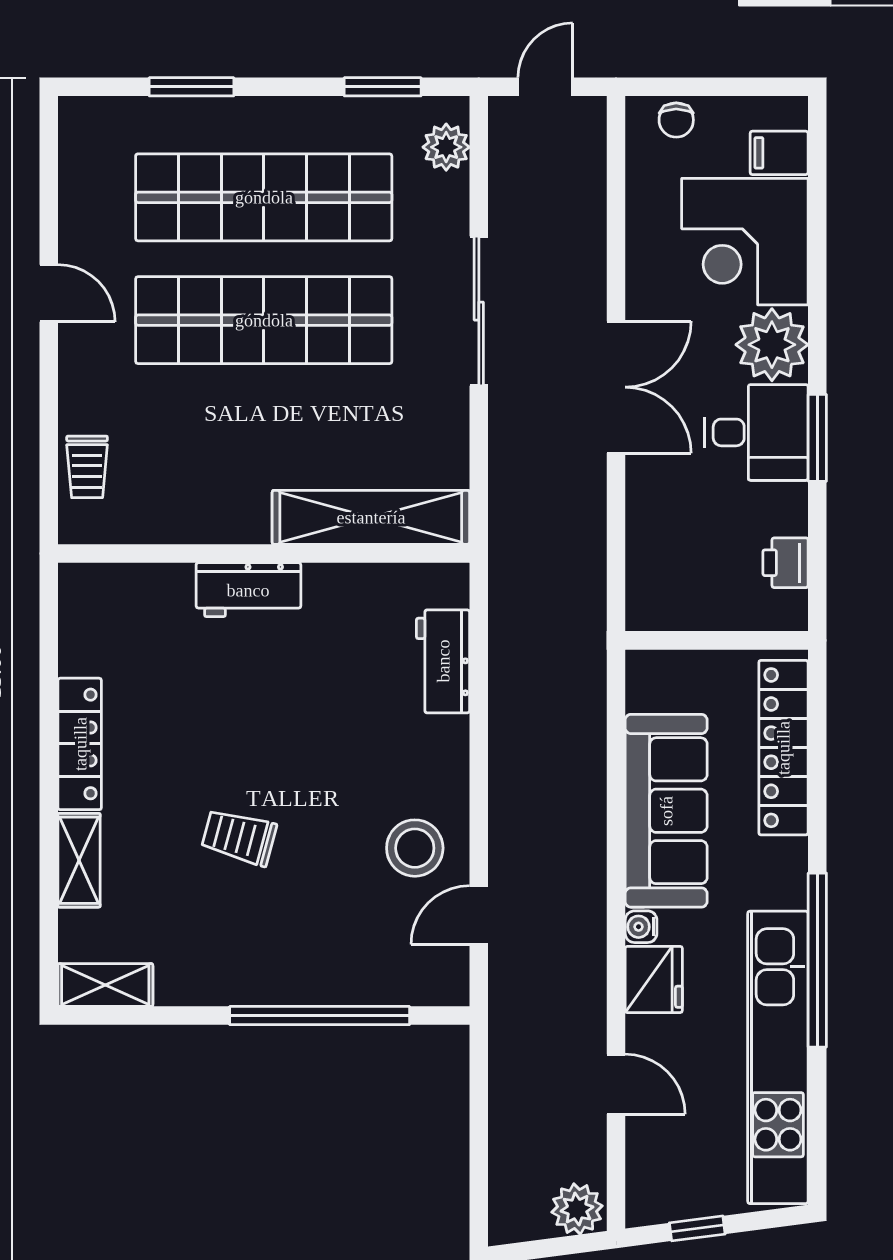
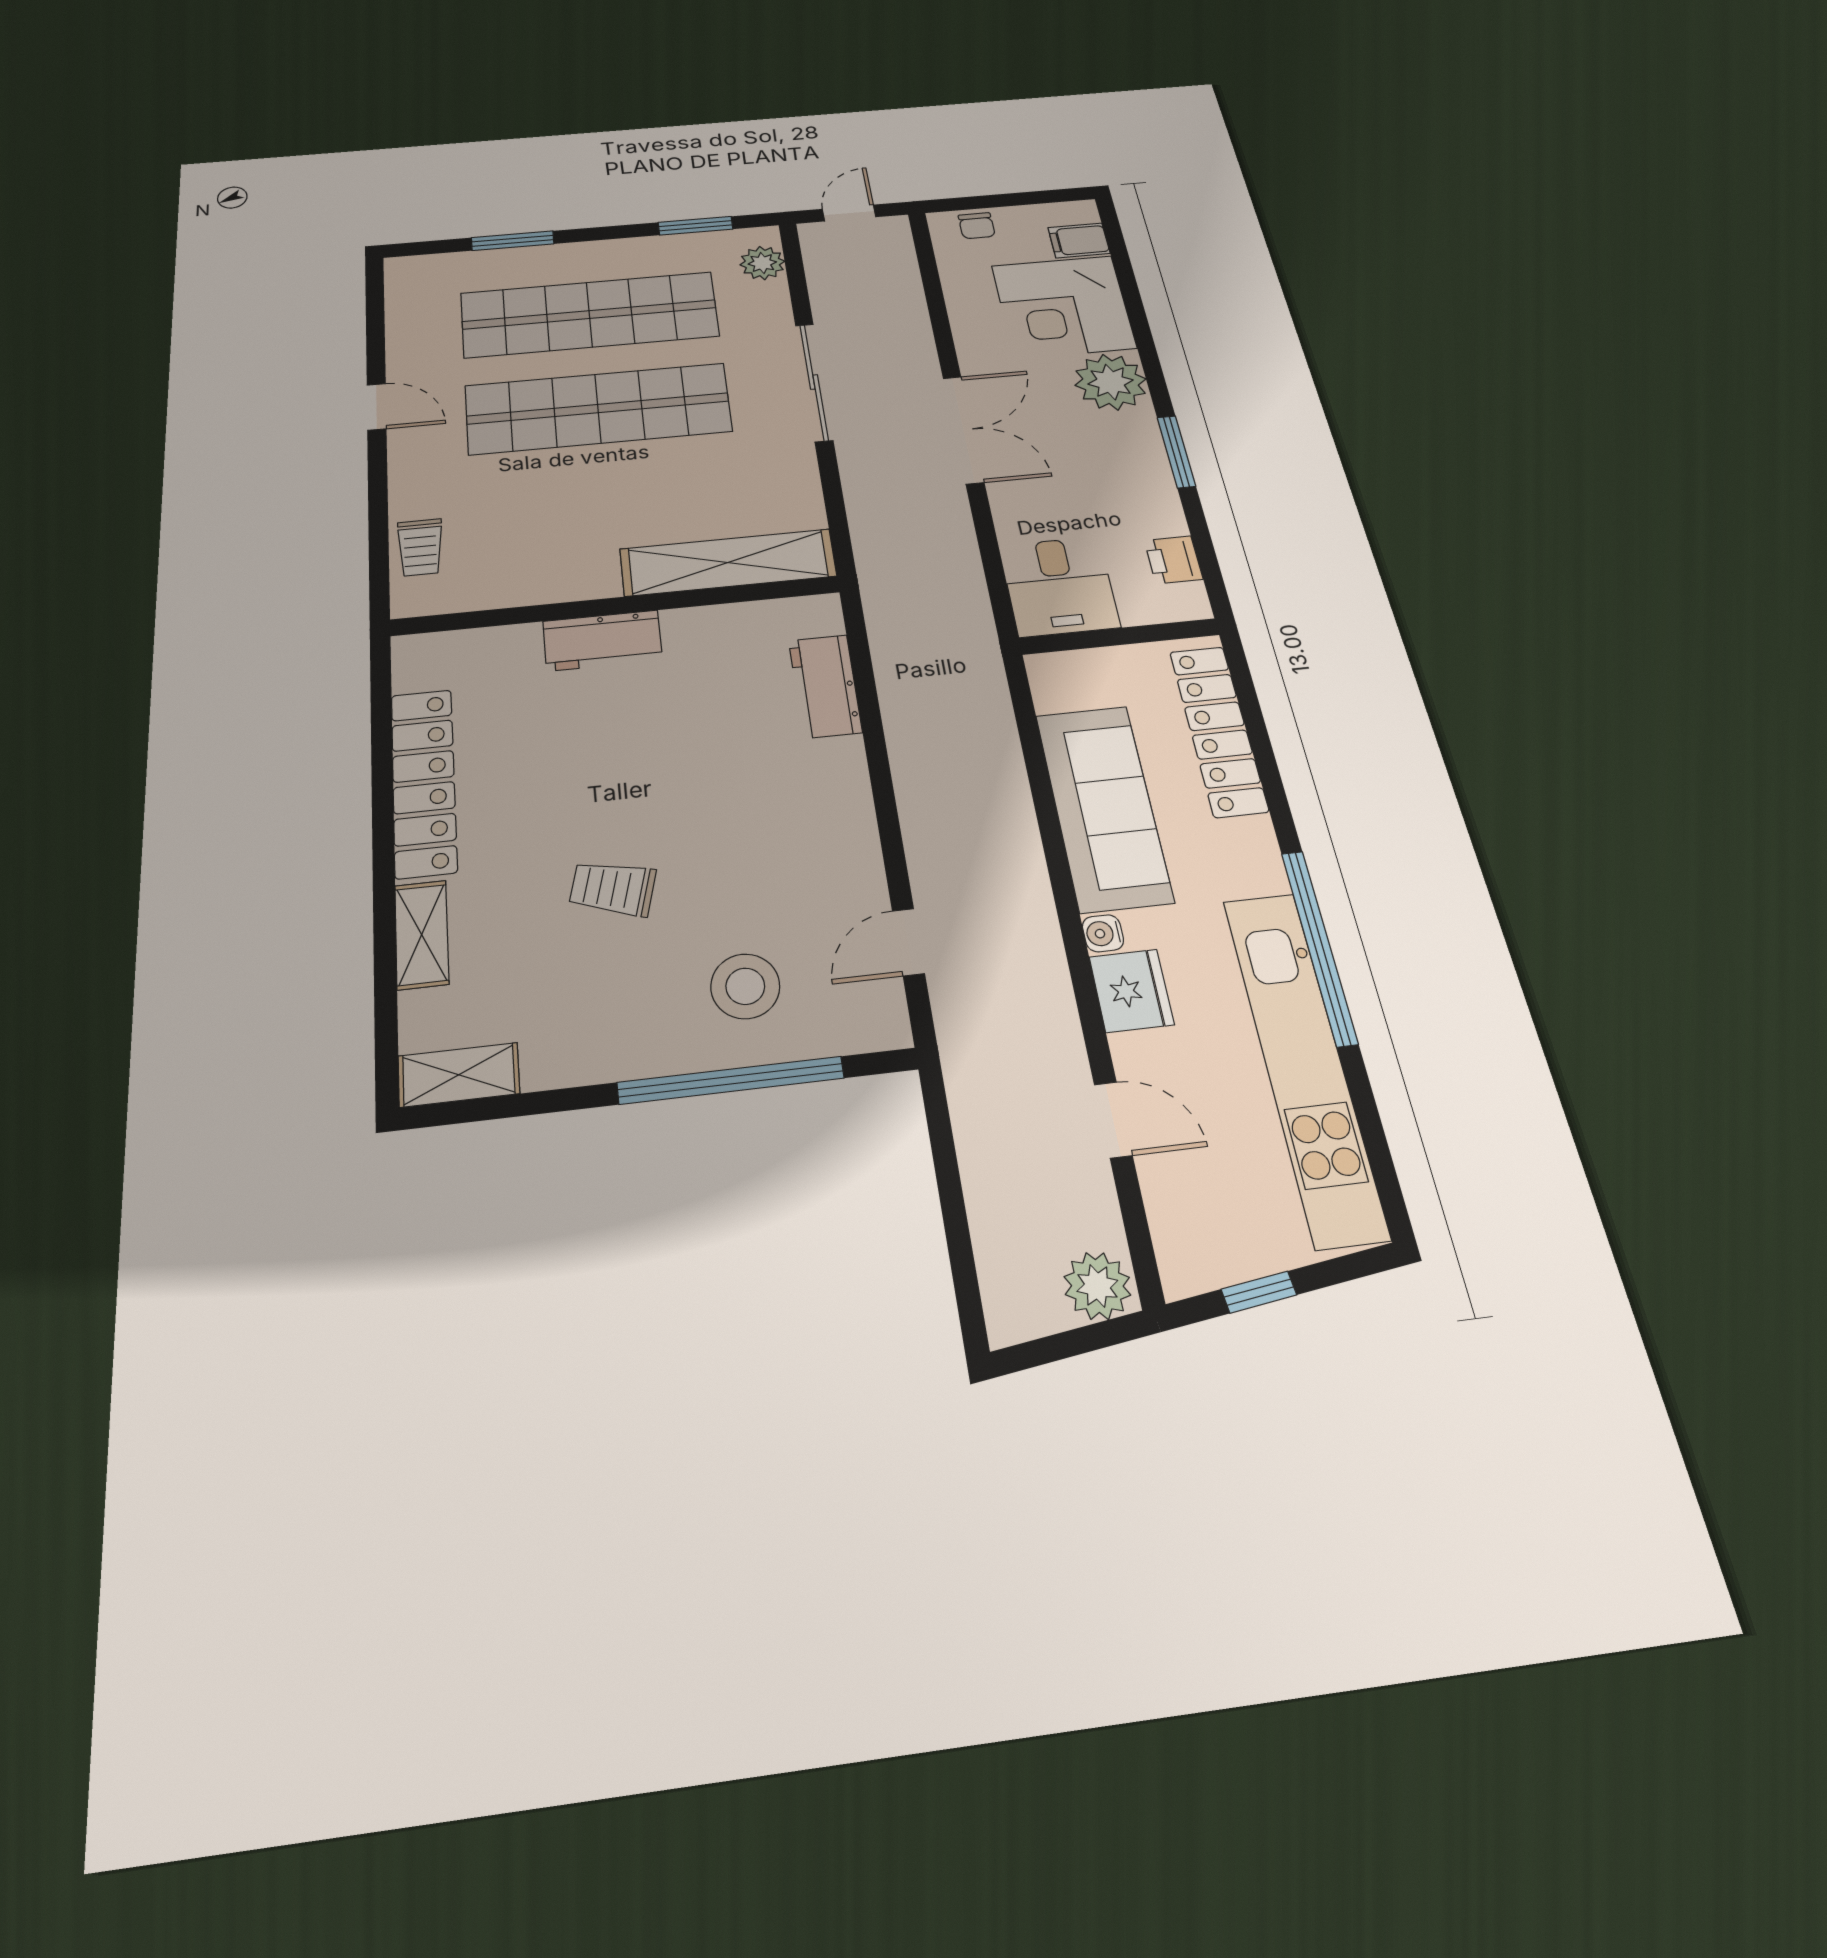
desk: (757, 432) -> (1059, 586), moved, turned 90
locker: (80, 744) -> (424, 782), width x1.41, depth x1.21
stool: (415, 848) -> (745, 986), moved

